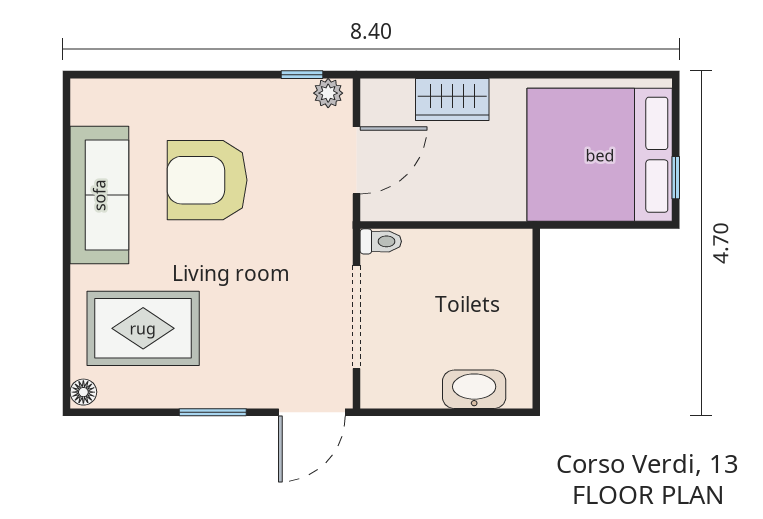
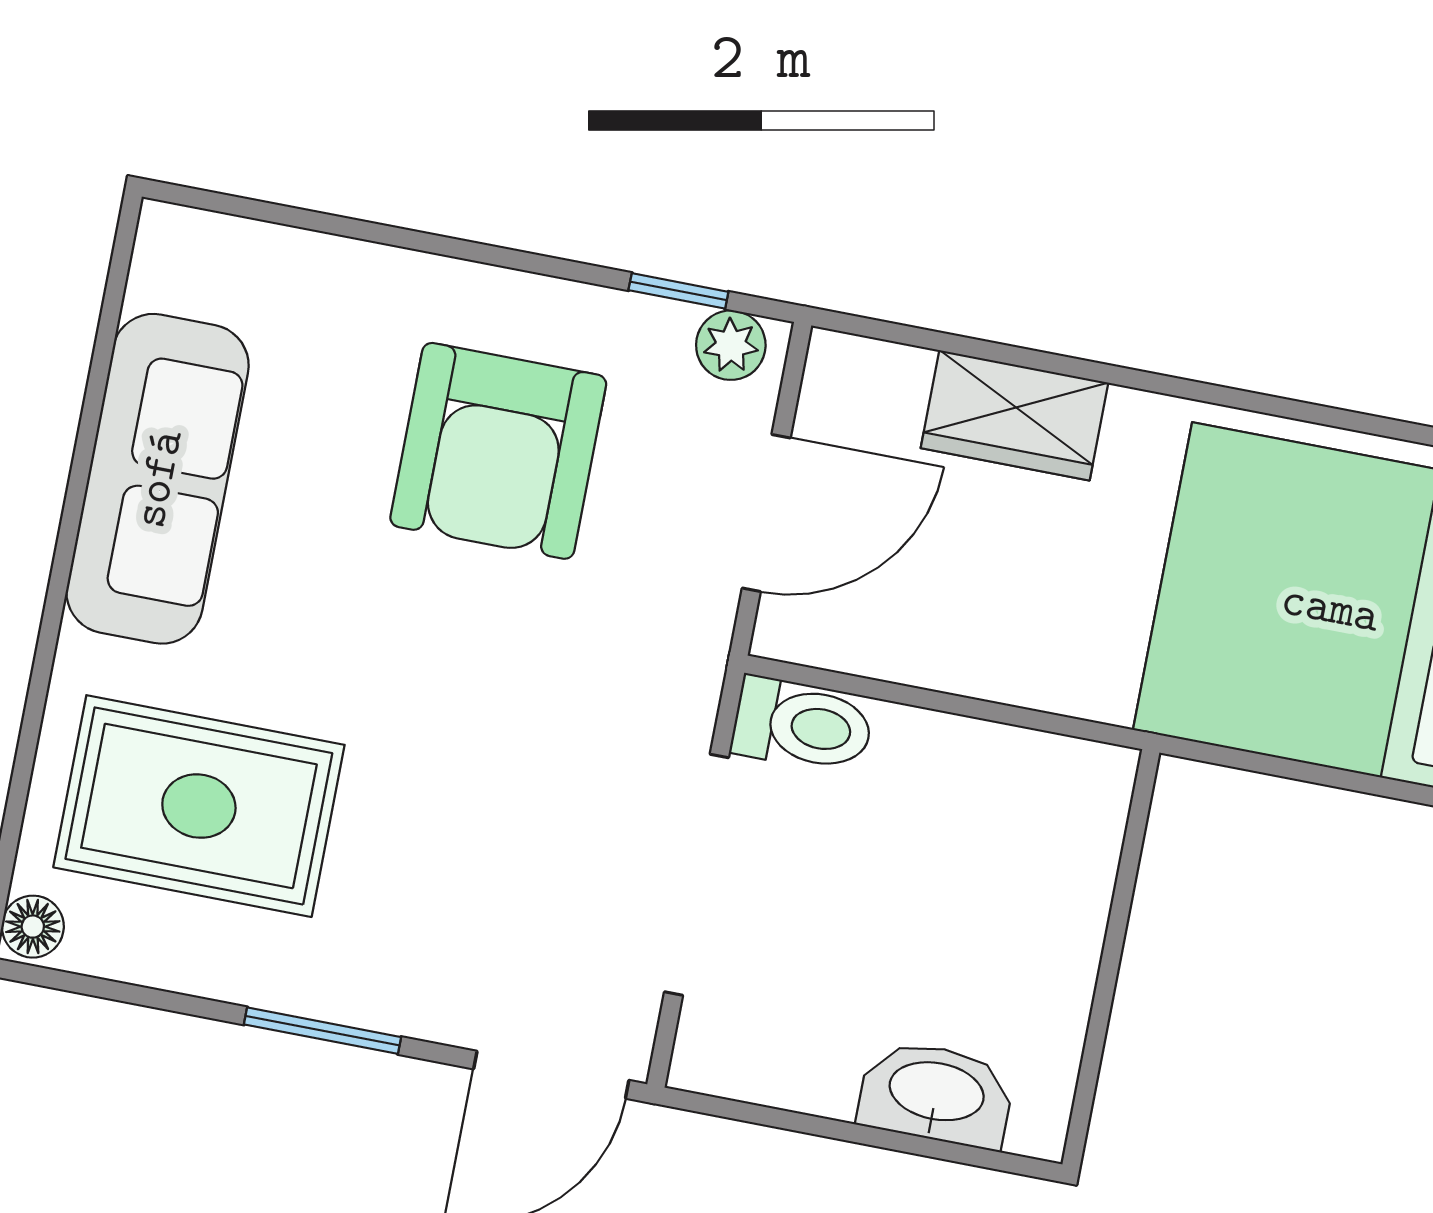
armchair: (207, 180) -> (498, 451), moved, turned -90
toilet: (381, 241) -> (802, 725), width x1.37, depth x1.39

